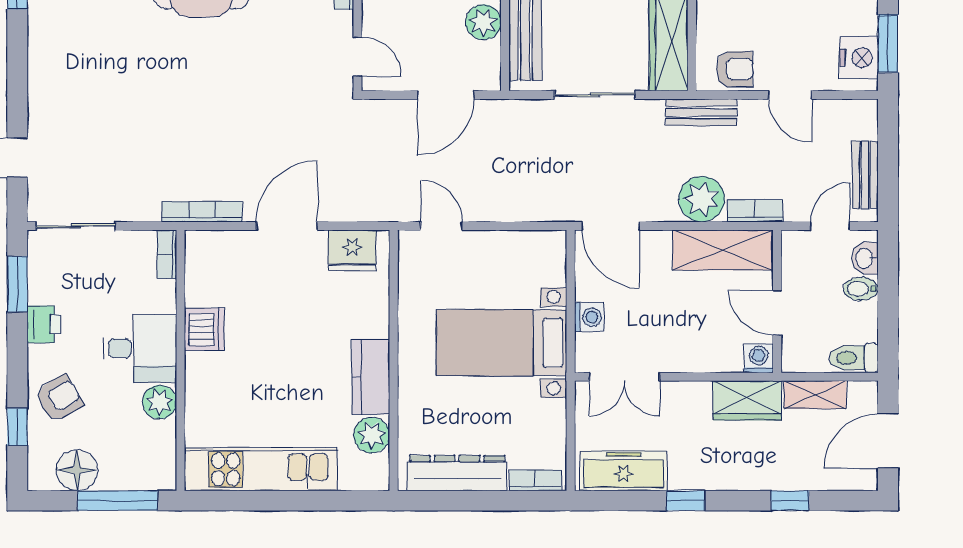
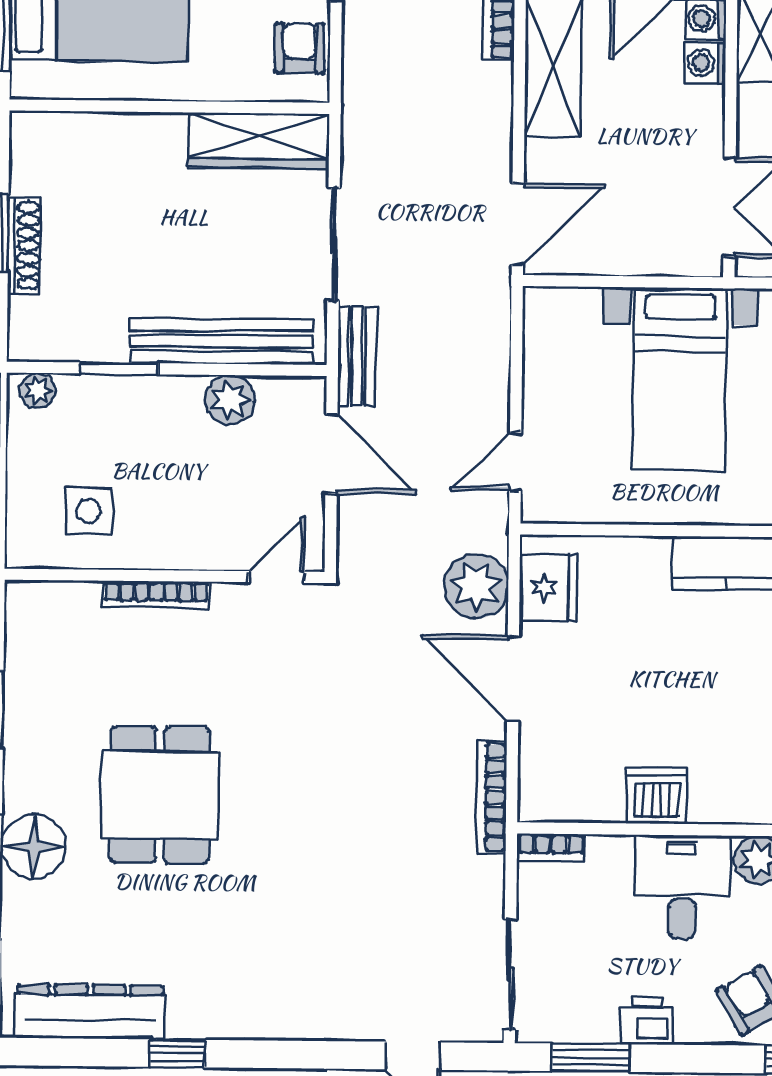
bench: (701, 112) -> (357, 356), moved
plant: (702, 199) -> (476, 586), moved
washing machine: (589, 317) -> (705, 63), moved, turned -90

